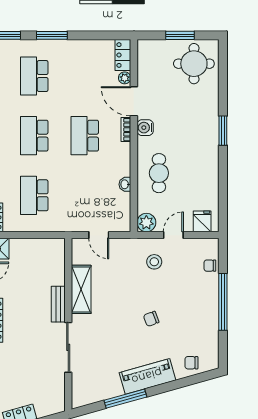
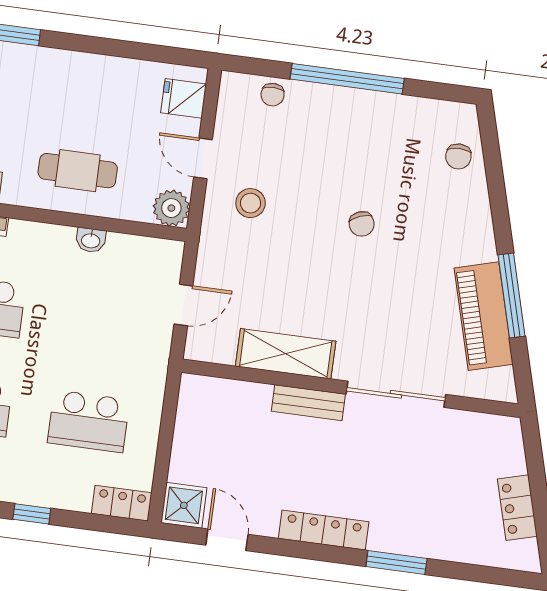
piano: (147, 376) -> (484, 316), moved

